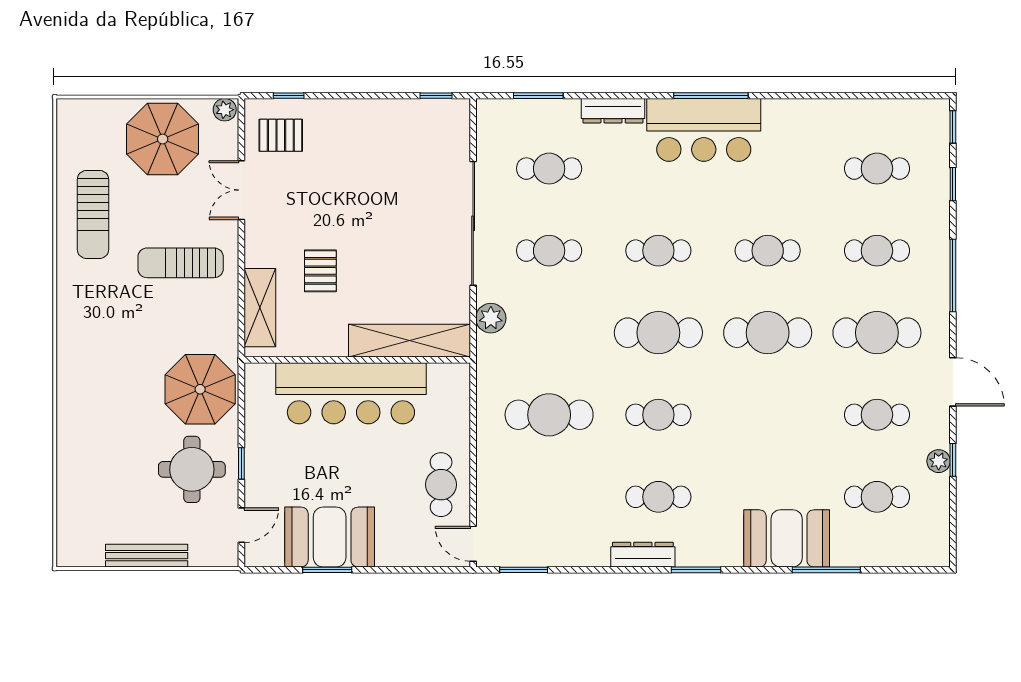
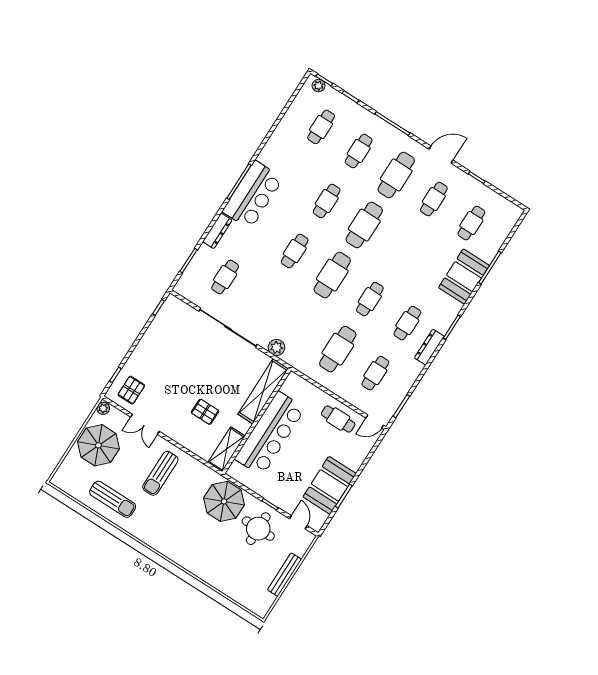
cafe table: (549, 251) -> (375, 373), moved
shelving: (260, 308) -> (227, 449), moved, turned 90
plant: (939, 461) -> (319, 86), moved

